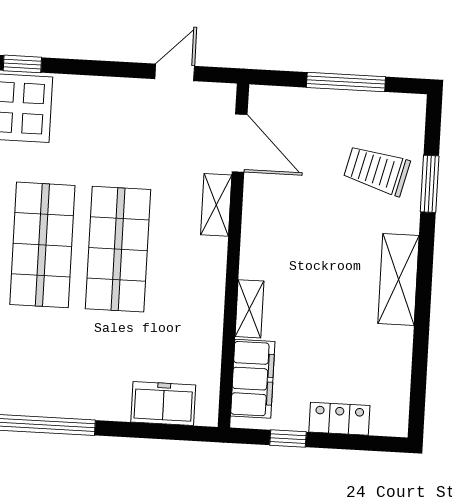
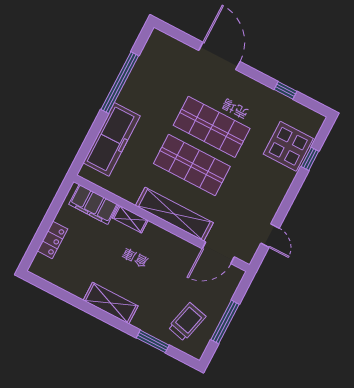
trolley: (377, 170) -> (187, 322), moved
shelving: (216, 205) -> (174, 214), width x2.20, depth x1.33
freezer: (163, 403) -> (112, 139), width x1.91, depth x1.26
window: (288, 439) -> (54, 209), removed

